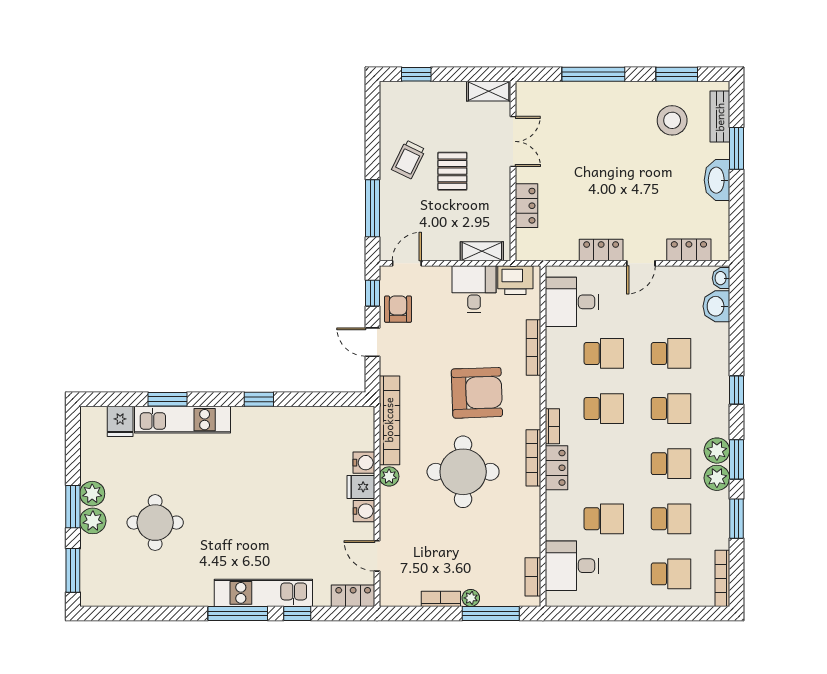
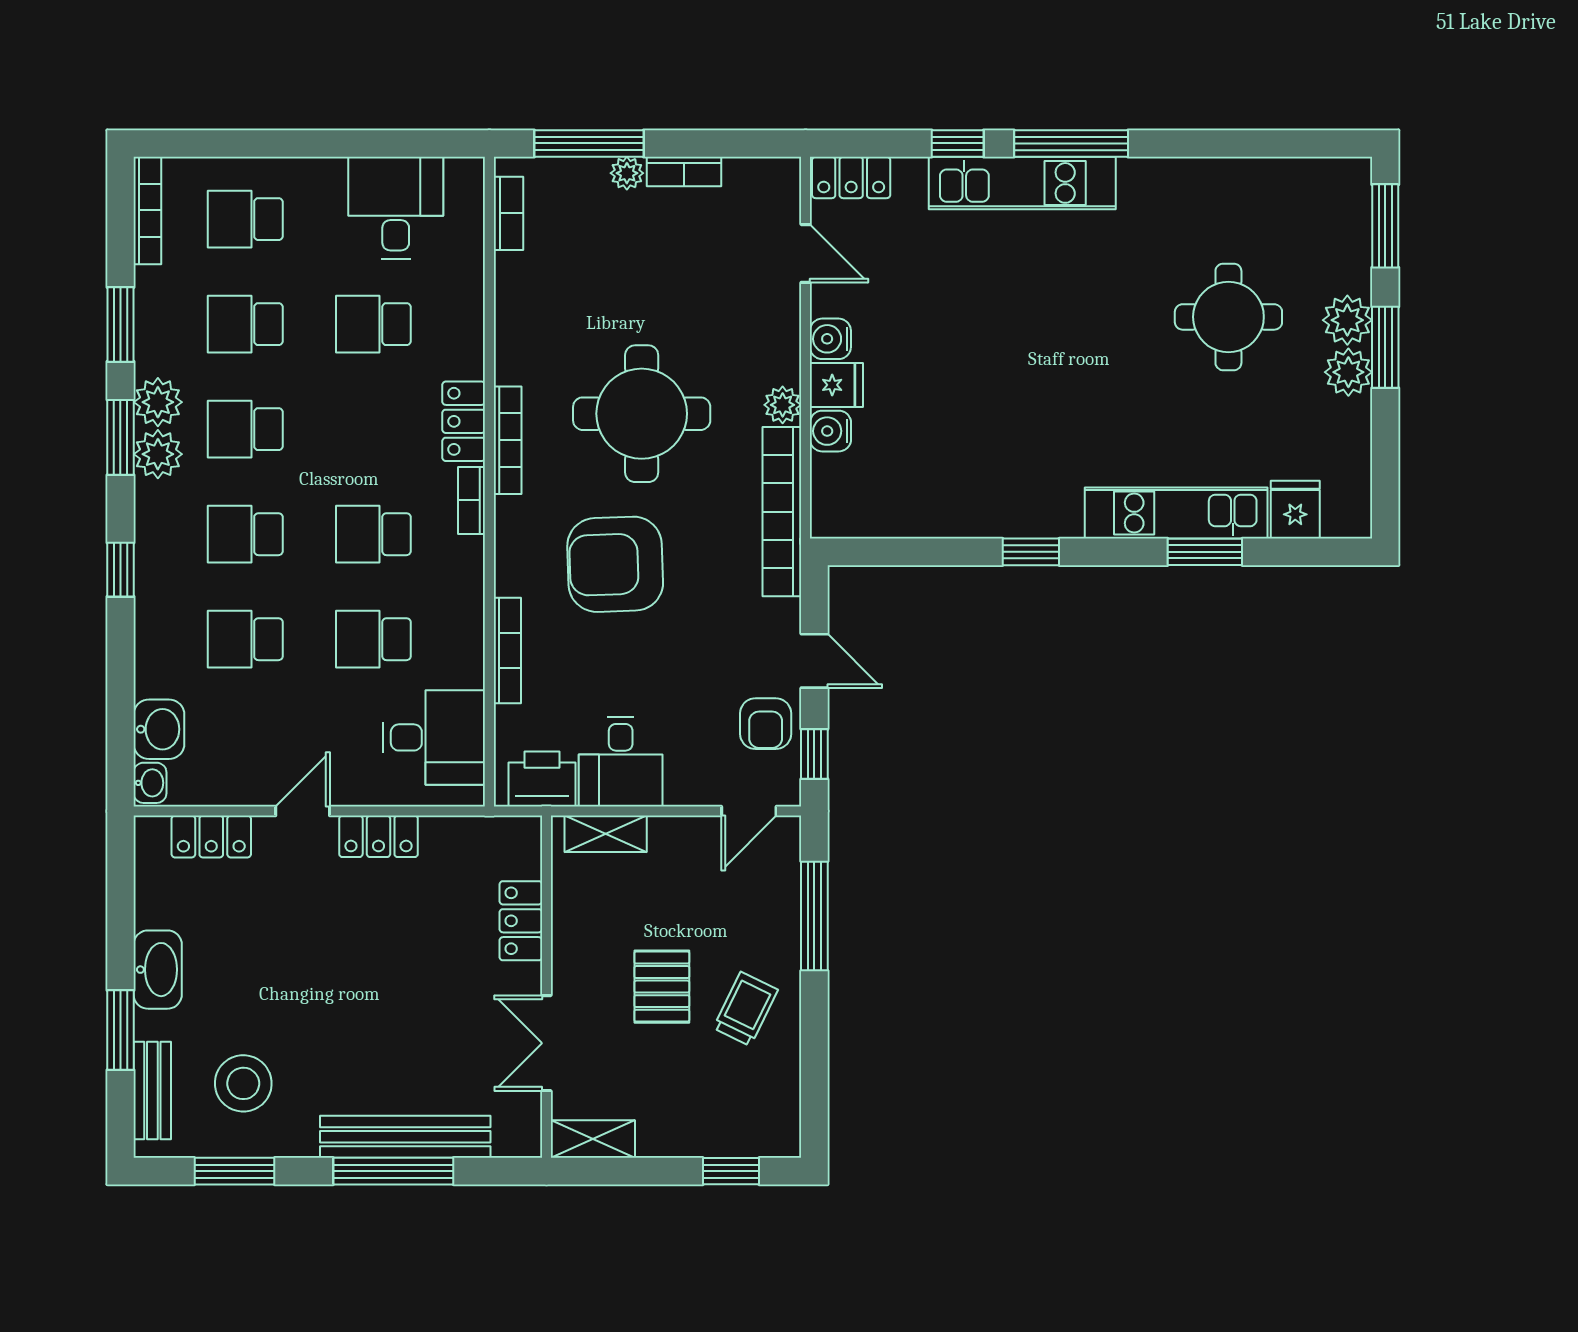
bench: (587, 92) -> (405, 1137), added
desk: (572, 566) -> (396, 208), moved, turned -90

